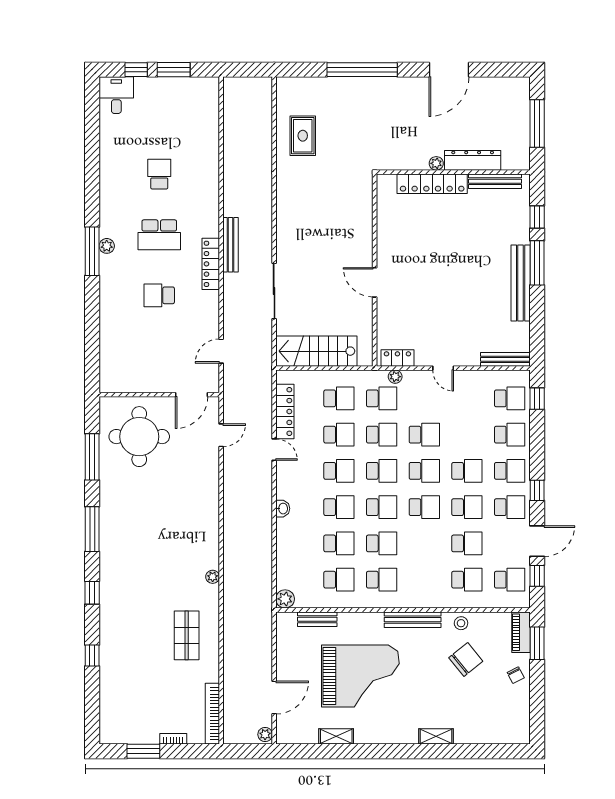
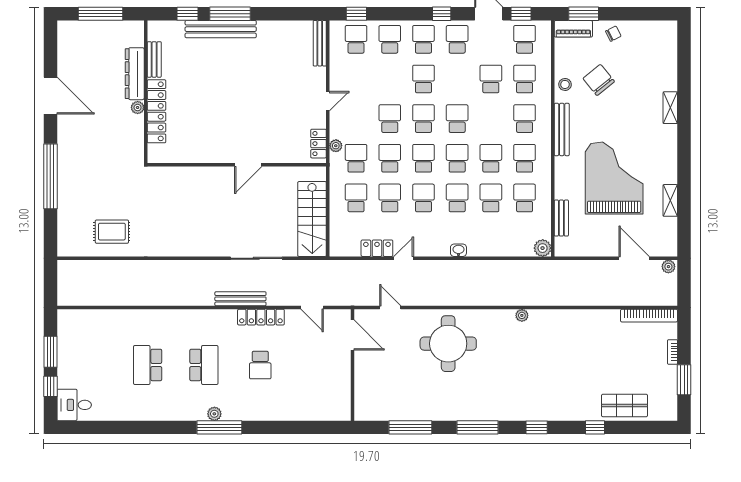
school desk: (159, 174) -> (148, 365), width x1.85
bench: (495, 181) -> (154, 59), width x0.73
bench: (230, 245) -> (240, 299), moved
locker: (211, 264) -> (261, 317), moved
bench: (521, 283) -> (221, 29), moved
locker: (285, 411) -> (377, 248), width x0.66
round table: (139, 437) -> (448, 344), moved
school desk: (467, 507) -> (525, 119), moved
shop shelf: (187, 635) -> (625, 405), moved

